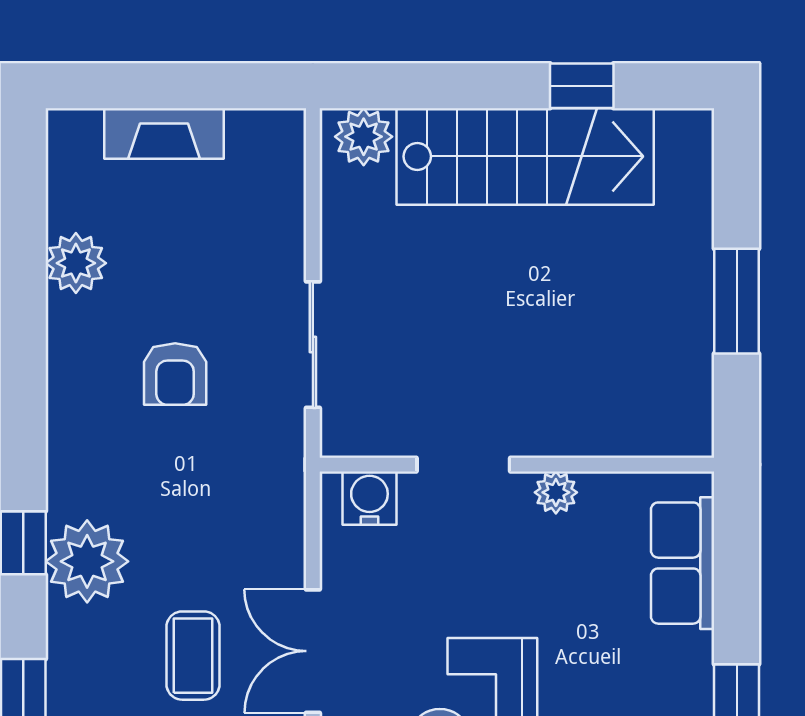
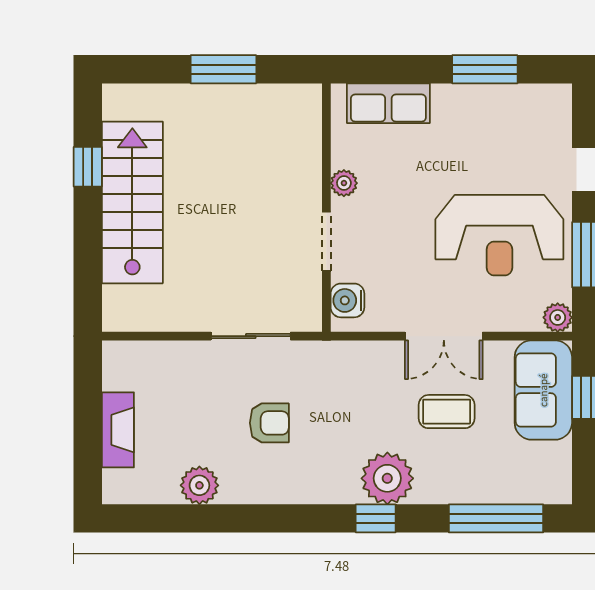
plant: (364, 137) -> (120, 304), removed

